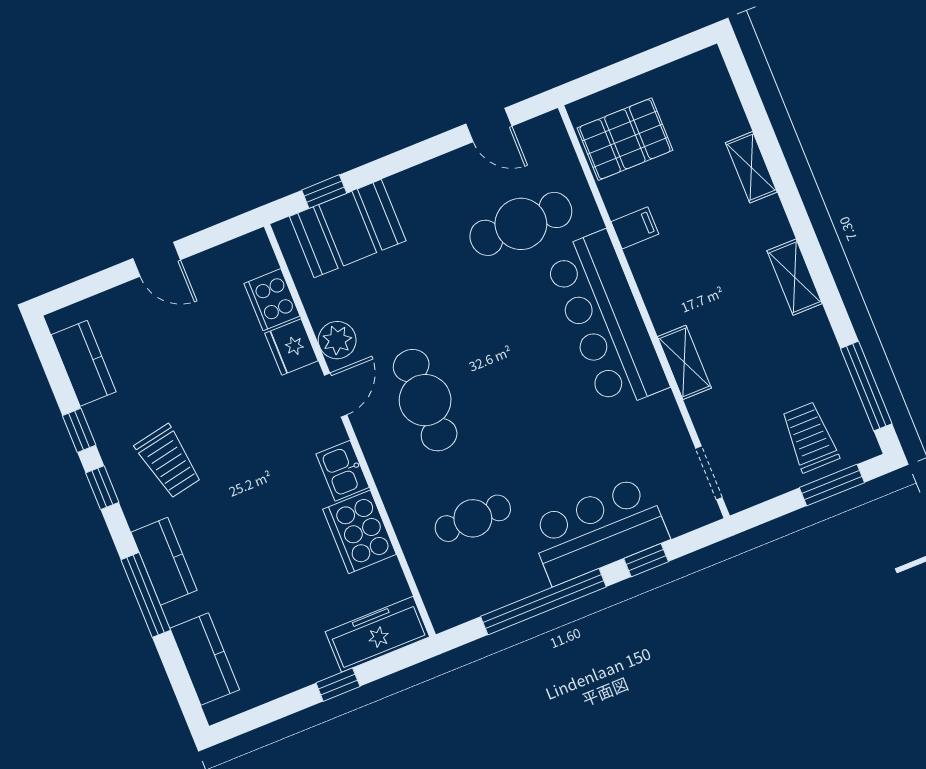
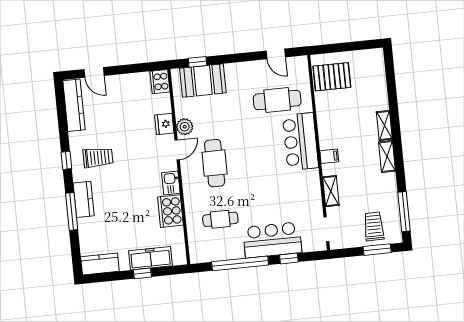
shelving: (751, 167) -> (384, 125), moved
filing cabinet: (635, 228) -> (329, 156), moved
door: (157, 259) -> (94, 72), moved
cooker: (272, 300) -> (160, 82), moved
bar counter: (606, 321) -> (300, 142), width x0.73
shelving: (684, 362) -> (331, 191), moved
kitchen counter: (84, 363) -> (74, 105), width x1.50
window: (79, 430) -> (64, 133), removed
trolley: (169, 461) -> (98, 157), turned -79
freezer: (377, 634) -> (150, 258), moved
kitchen counter: (205, 659) -> (100, 264), moved, turned -90

